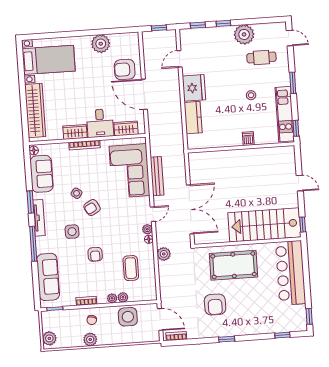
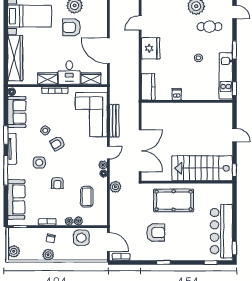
armchair: (125, 69) -> (72, 27), moved
kitchen counter: (193, 118) -> (148, 87), moved
dishwasher: (248, 139) -> (177, 94), moved
bar counter: (291, 273) -> (221, 231), moved
armchair: (215, 305) -> (156, 233), turned -90

